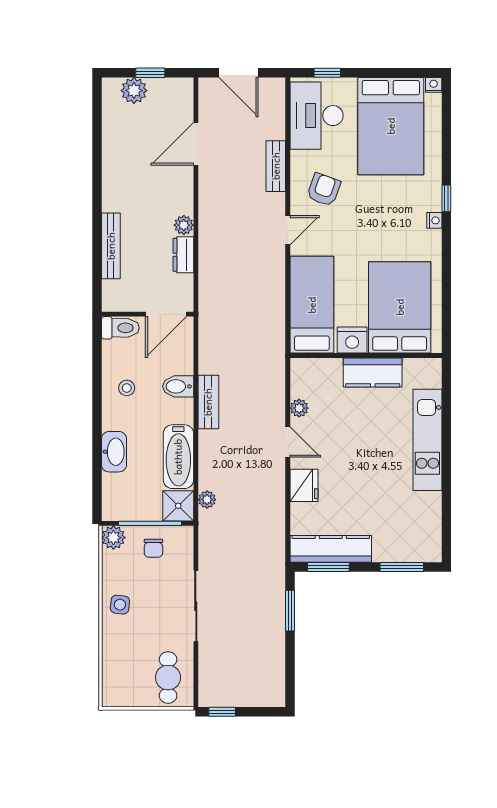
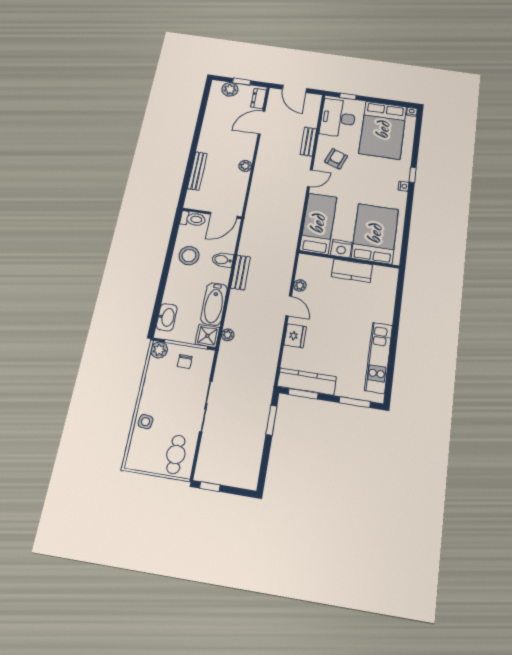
dresser: (183, 255) -> (258, 98), moved
stool: (127, 388) -> (189, 256), width x1.89, depth x1.89
kitchen unit: (427, 440) -> (379, 358), moved
washbasin: (114, 452) -> (167, 317), moved
side table: (120, 605) -> (145, 422), moved

